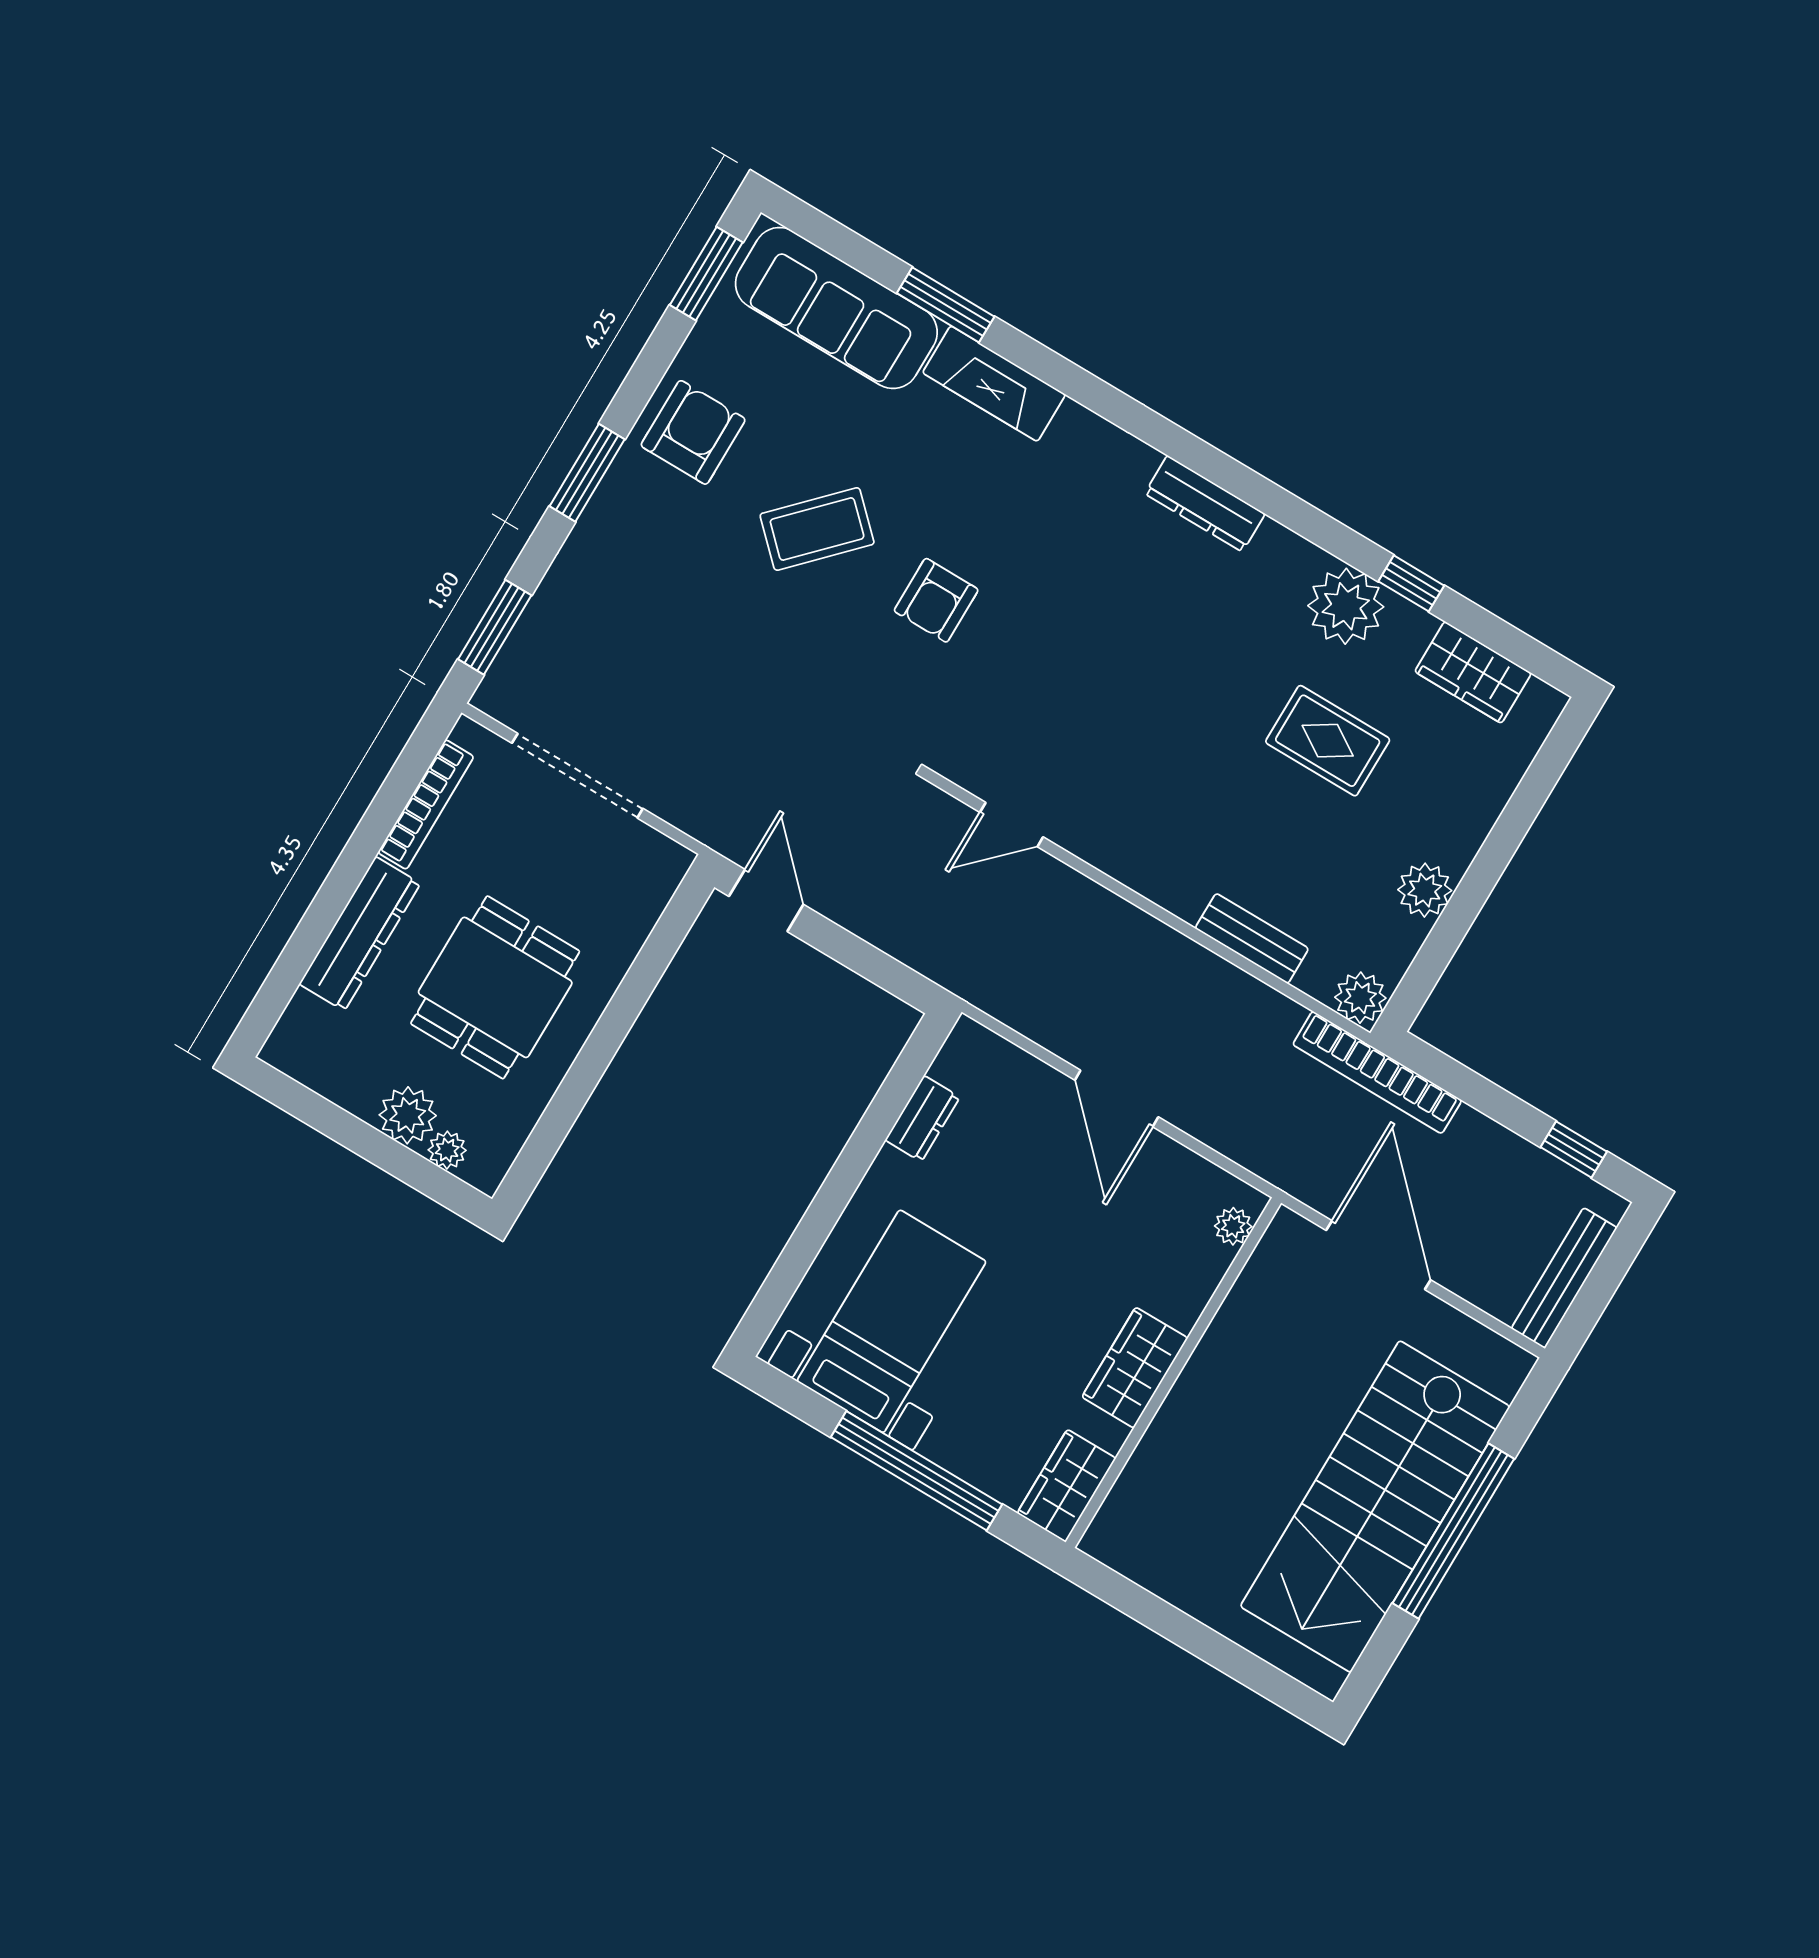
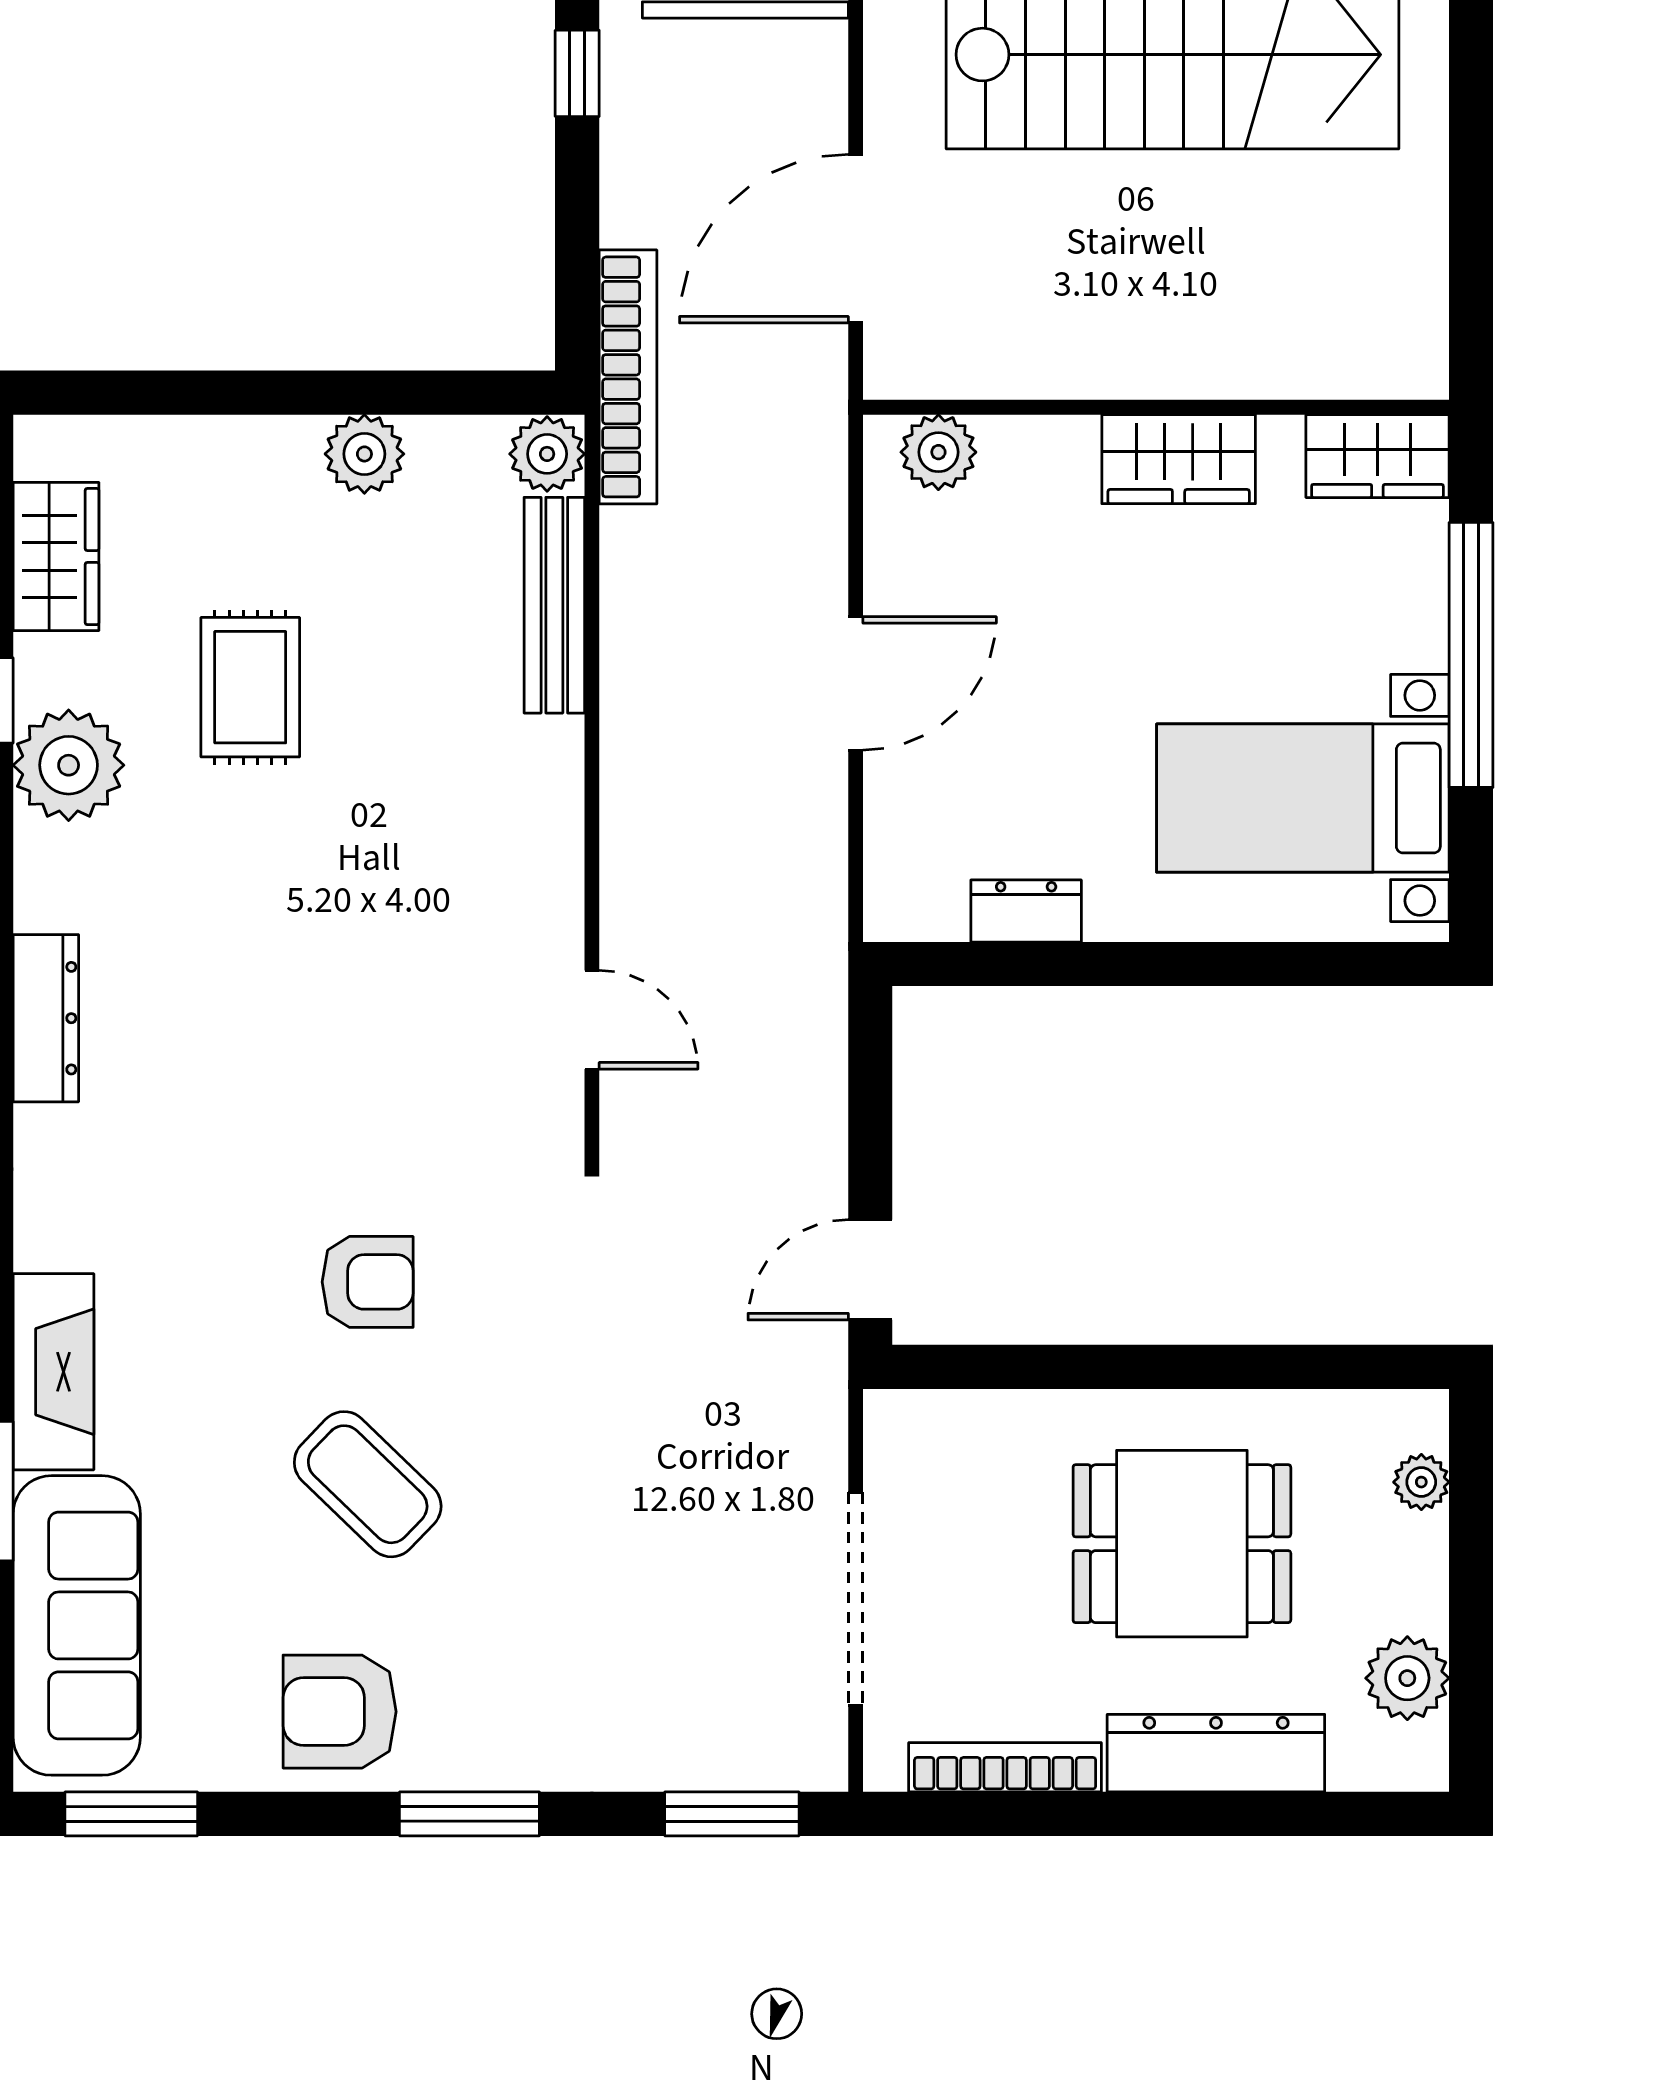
bench: (1252, 938) -> (554, 605), width x1.36
plant: (408, 1115) -> (1407, 1678), moved
plant: (1233, 1226) -> (938, 452), width x1.38, depth x1.38

